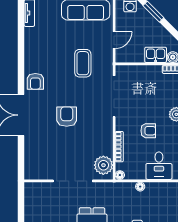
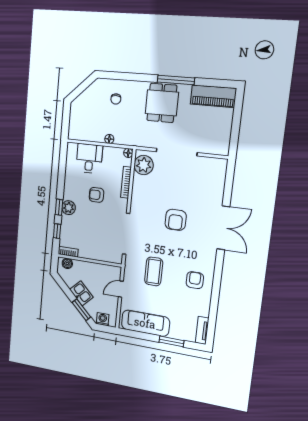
kitchen sink: (156, 55) -> (81, 293), moved, turned -135
armchair: (35, 81) -> (195, 280), moved

